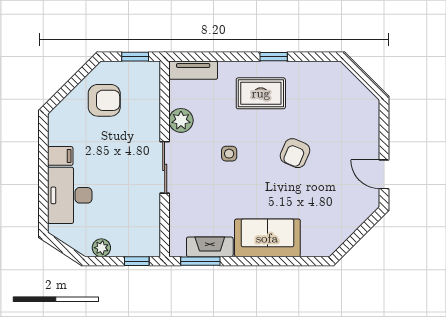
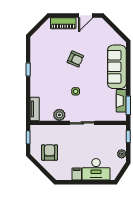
rug: (261, 93) -> (46, 76), removed
piano: (368, 128) -> (63, 23), added
sofa: (267, 238) -> (117, 67), width x1.36

